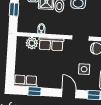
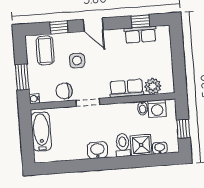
washing machine: (31, 26) -> (157, 109), added
row of seats: (26, 81) -> (140, 35), moved

